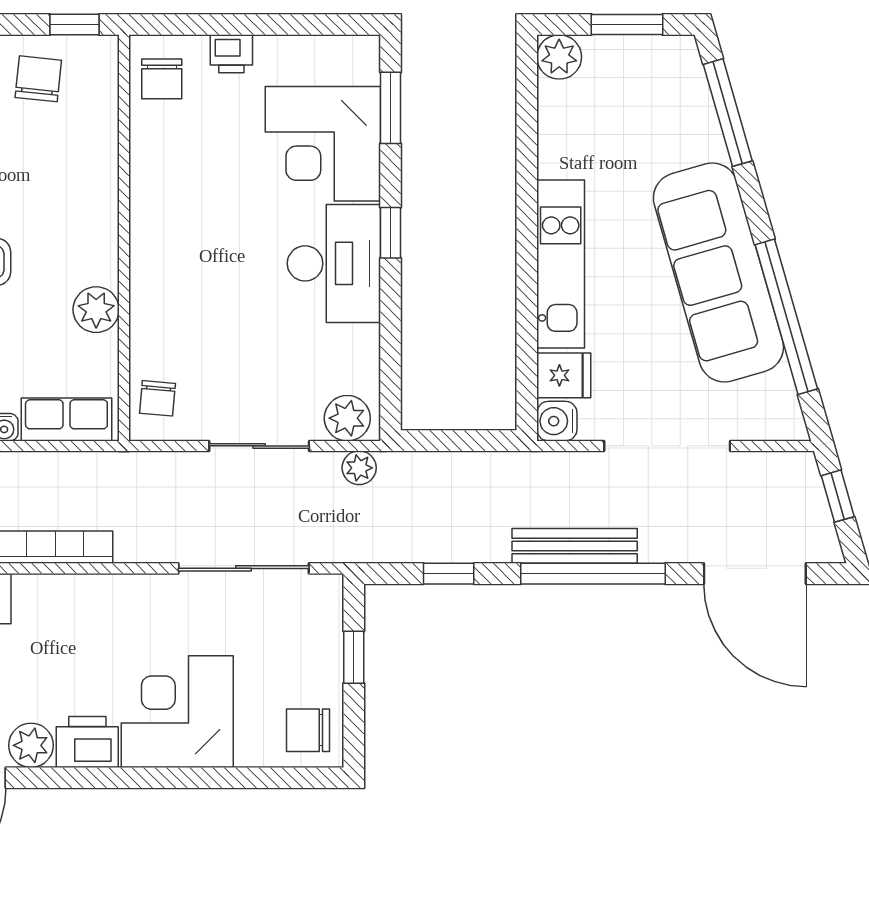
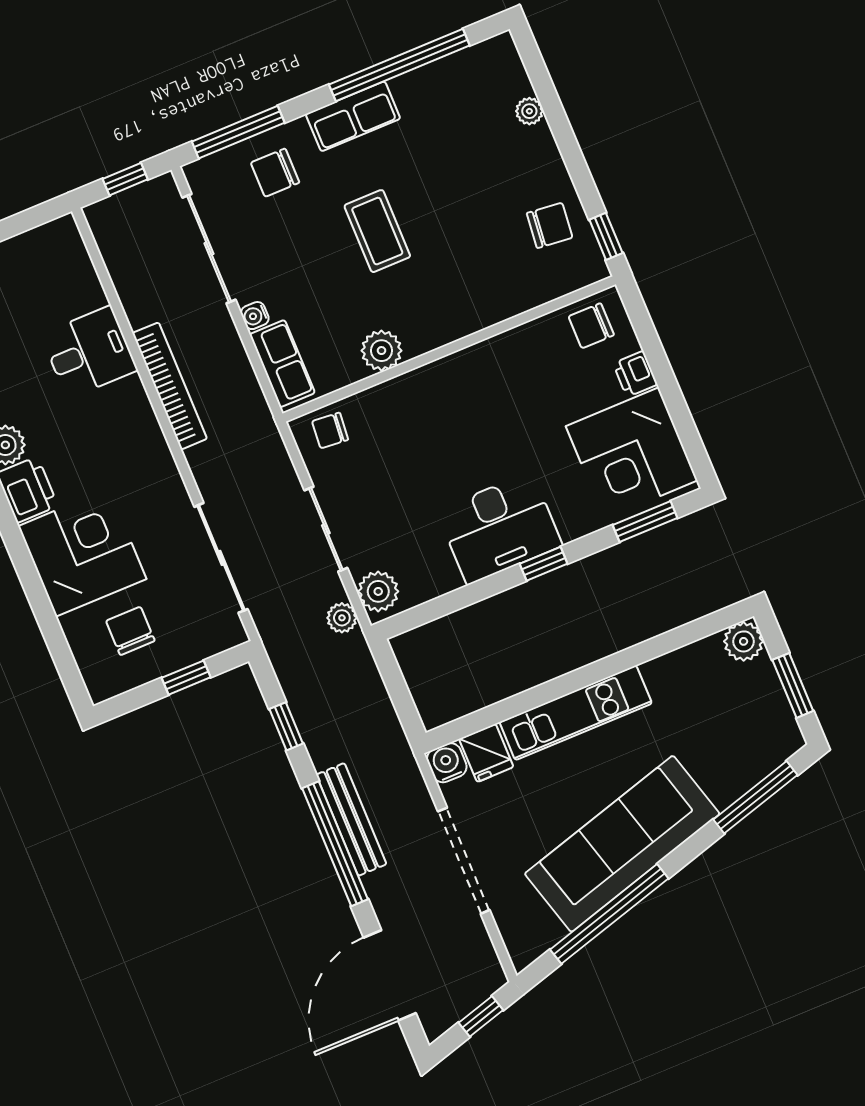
corner desk: (323, 144) -> (632, 453), moved, turned -90
chair: (308, 730) -> (130, 631), moved

